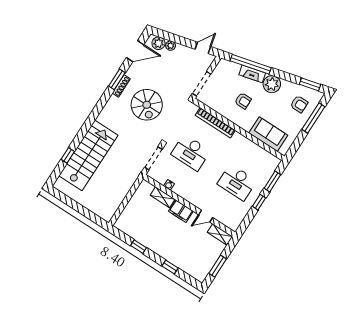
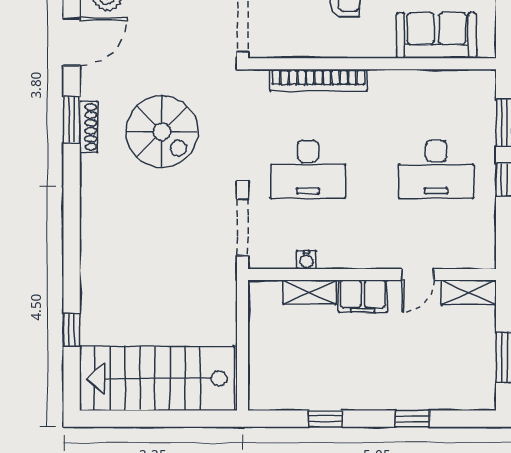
stairs: (88, 155) -> (157, 378), moved, turned -90

